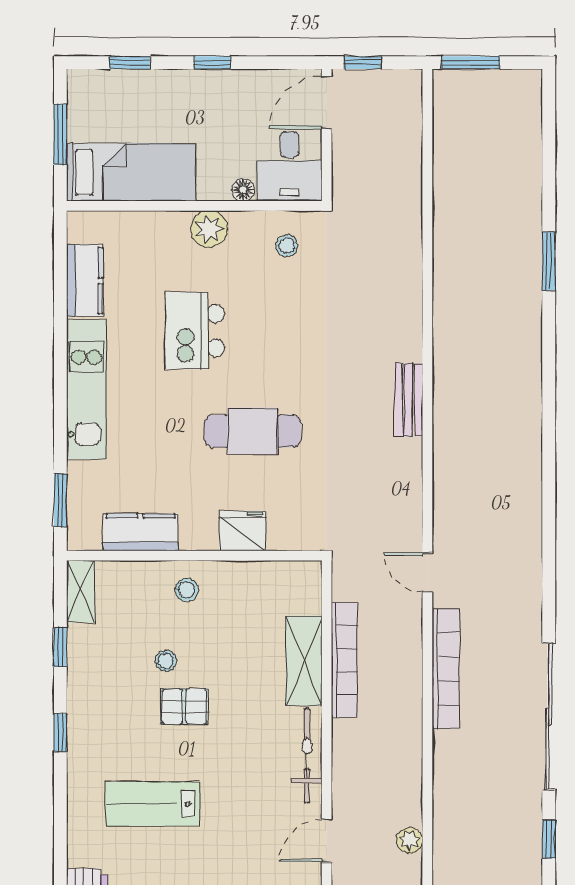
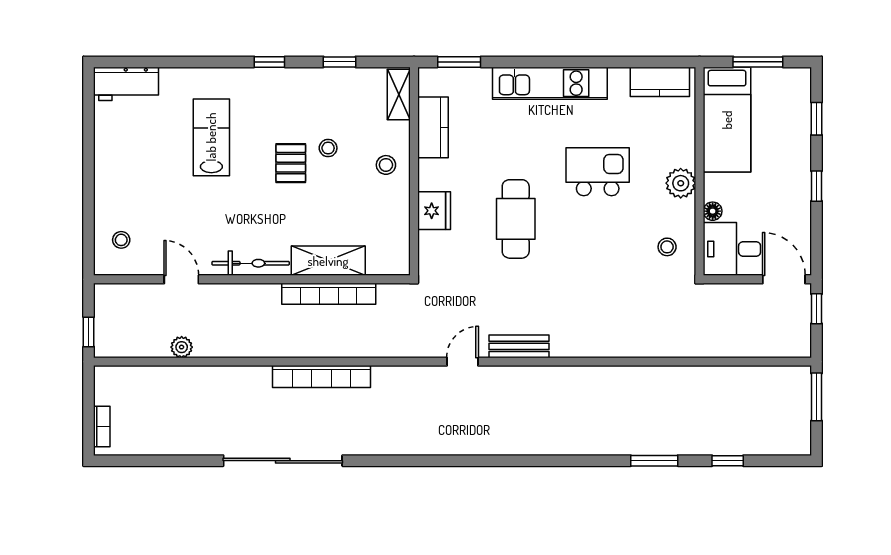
kitchen counter: (85, 281) -> (660, 82), moved
bench: (409, 400) -> (519, 346), moved
door: (427, 573) -> (462, 362), moved
shelving: (81, 591) -> (399, 95), moved, turned 90
window: (549, 839) -> (728, 461), moved

